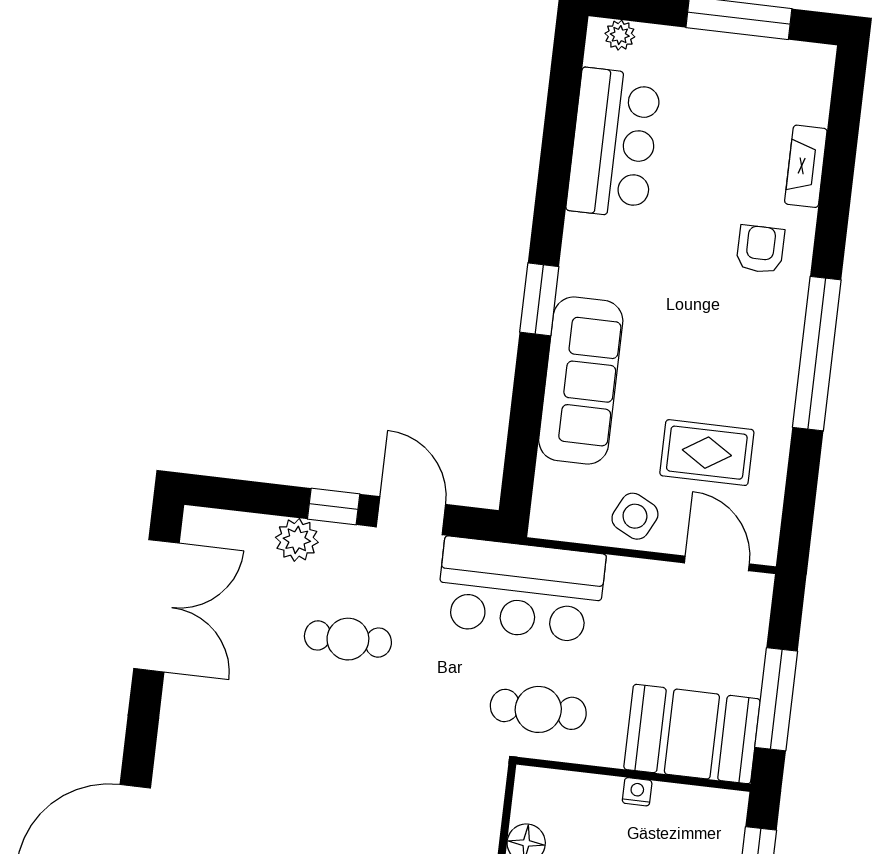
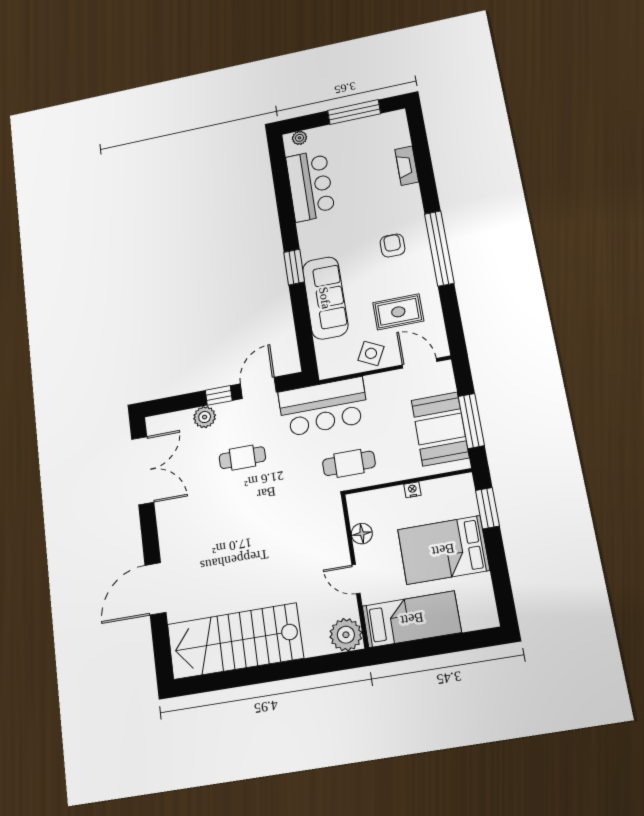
armchair: (760, 249) -> (393, 246), moved
door: (411, 516) -> (258, 388), hinge flipped
booth: (692, 734) -> (440, 429), moved, turned 90

